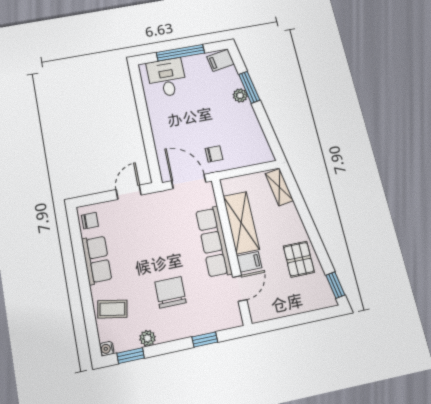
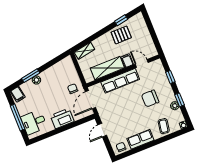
printer: (164, 126) -> (62, 119), added
door: (129, 192) -> (102, 130), hinge flipped
window: (335, 285) -> (121, 20), moved
window: (131, 356) -> (180, 100), moved

